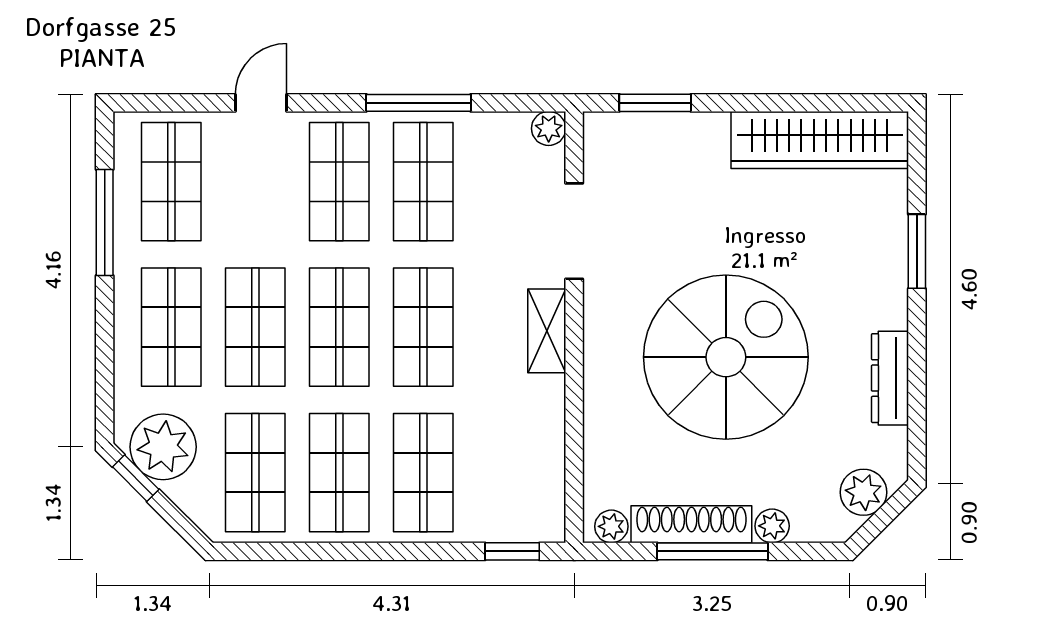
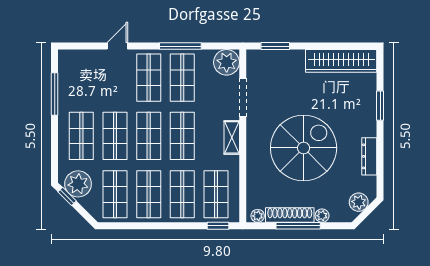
plant: (549, 128) -> (227, 62), width x1.88, depth x1.88
shop shelf: (171, 182) -> (216, 194), moved

